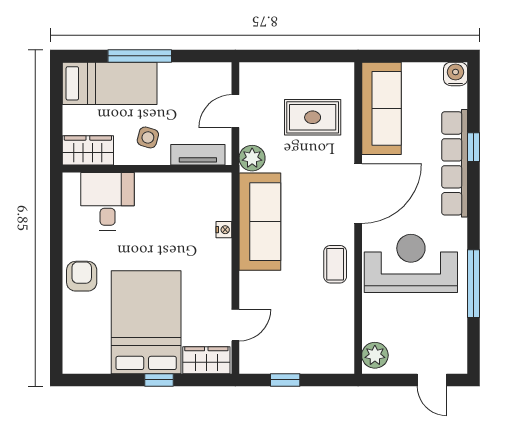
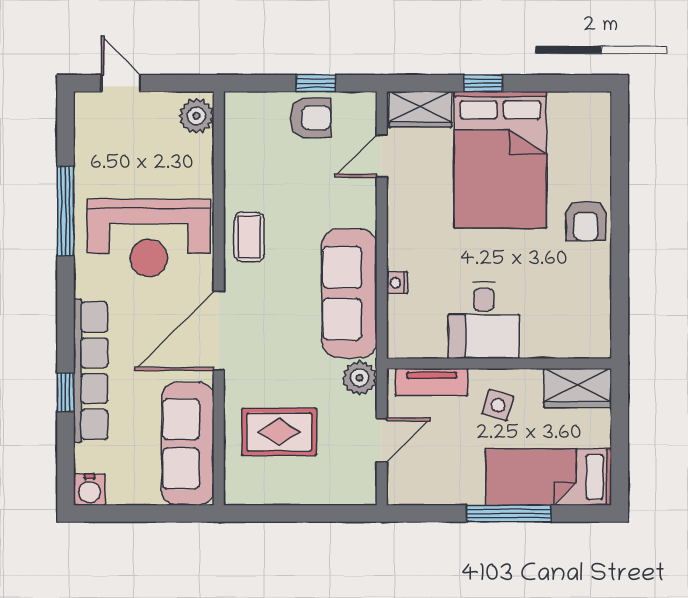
desk: (108, 201) -> (484, 320), moved
armchair: (289, 354) -> (311, 118), added

